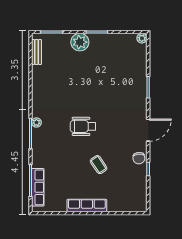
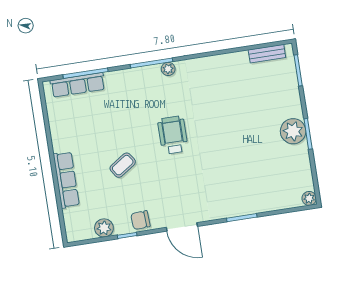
plant: (80, 42) -> (293, 131), moved
plant: (140, 184) -> (104, 228), added
row of seats: (87, 206) -> (66, 180), moved

